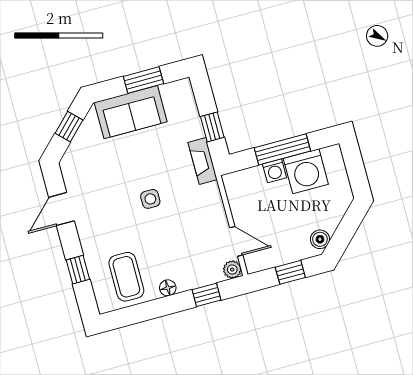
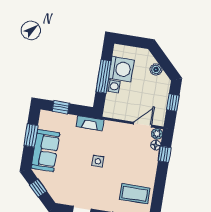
window: (212, 127) -> (61, 107), moved
boiler: (320, 239) -> (156, 70), moved
floor lamp: (168, 288) -> (156, 145), moved

